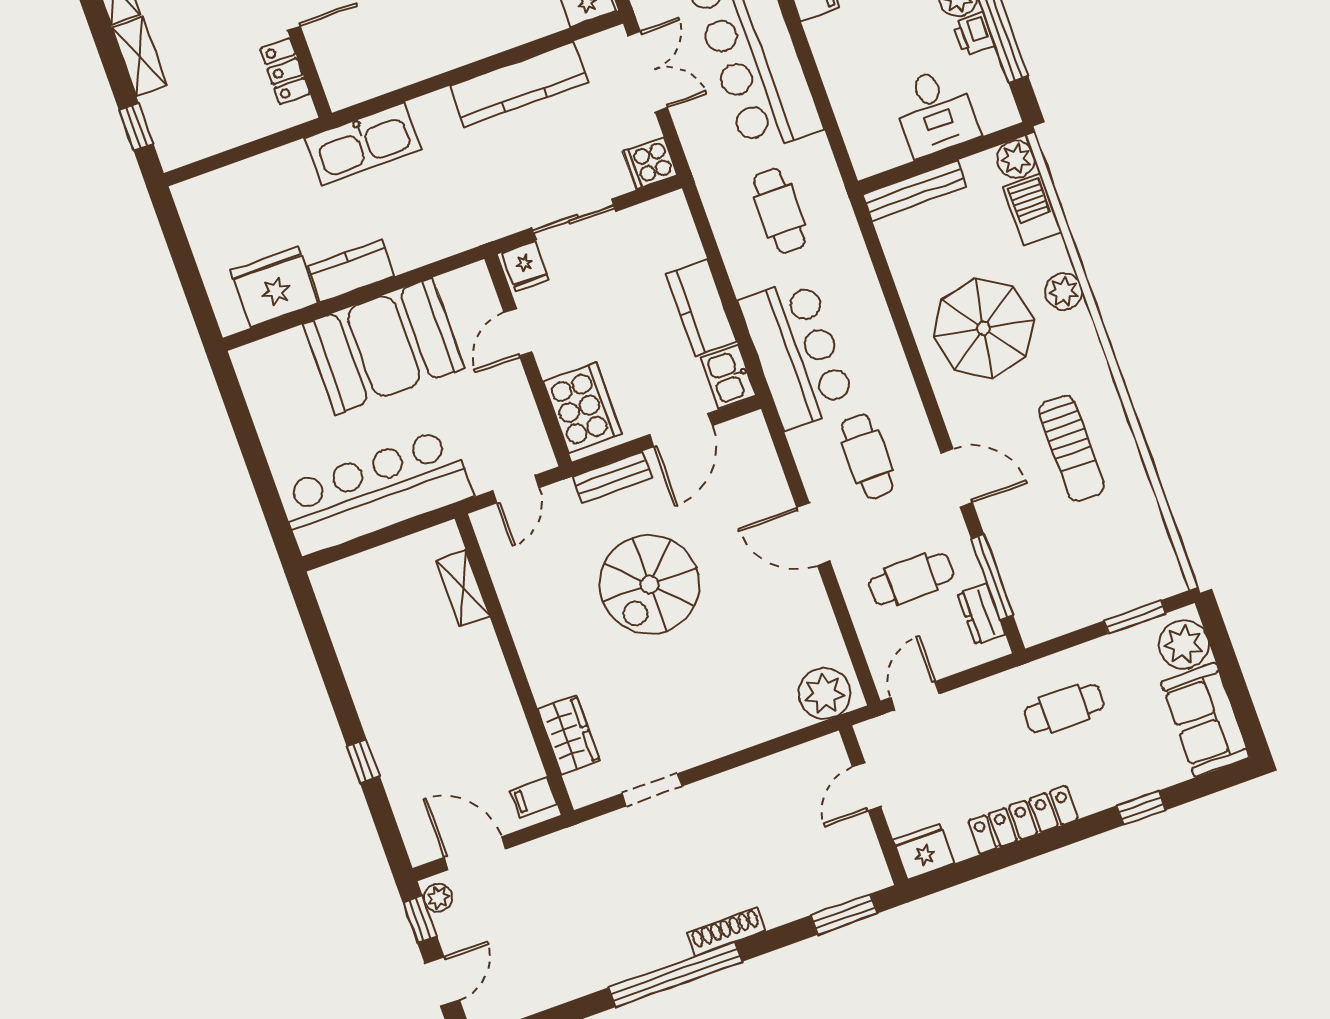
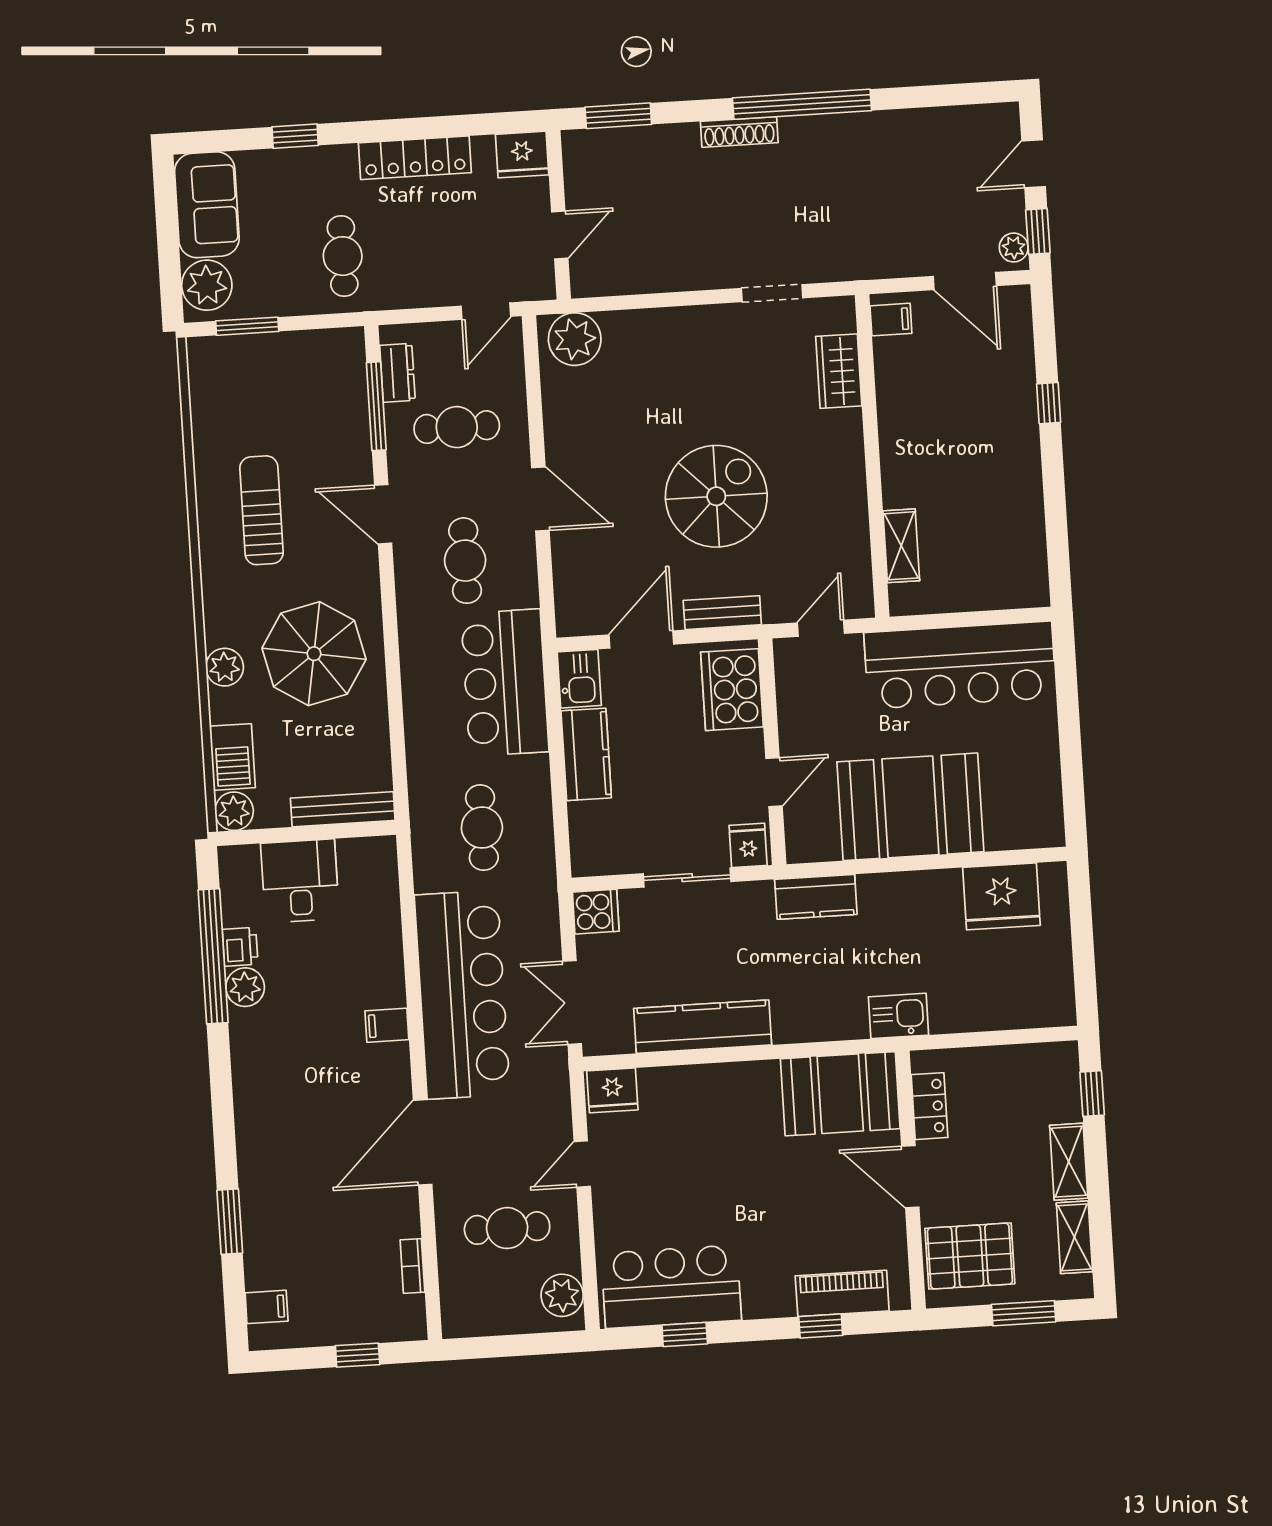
booth: (372, 59) -> (840, 1094), added
kitchen sink: (363, 144) -> (899, 1016), width x0.53, depth x0.81
kitchen counter: (351, 271) -> (816, 897), moved
cafe table: (1064, 708) -> (343, 256), turned 90

